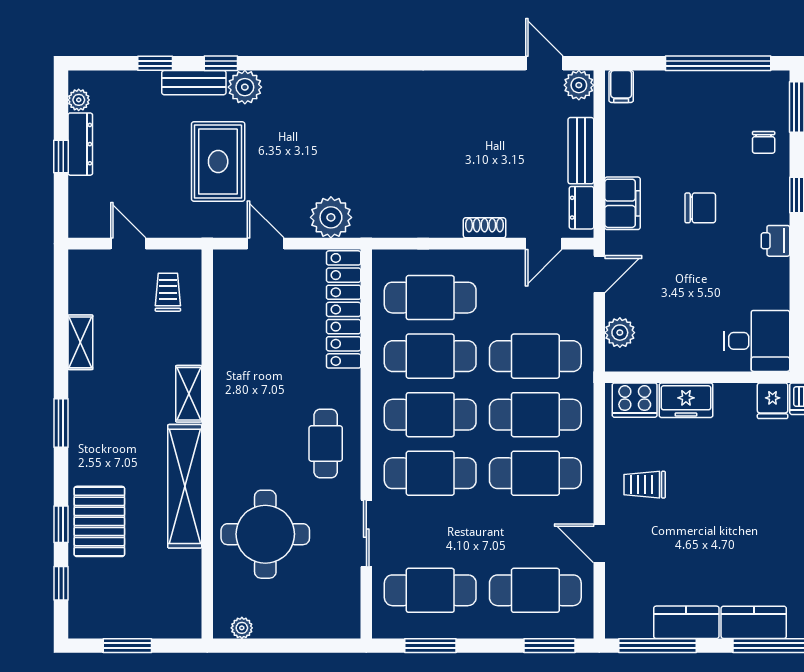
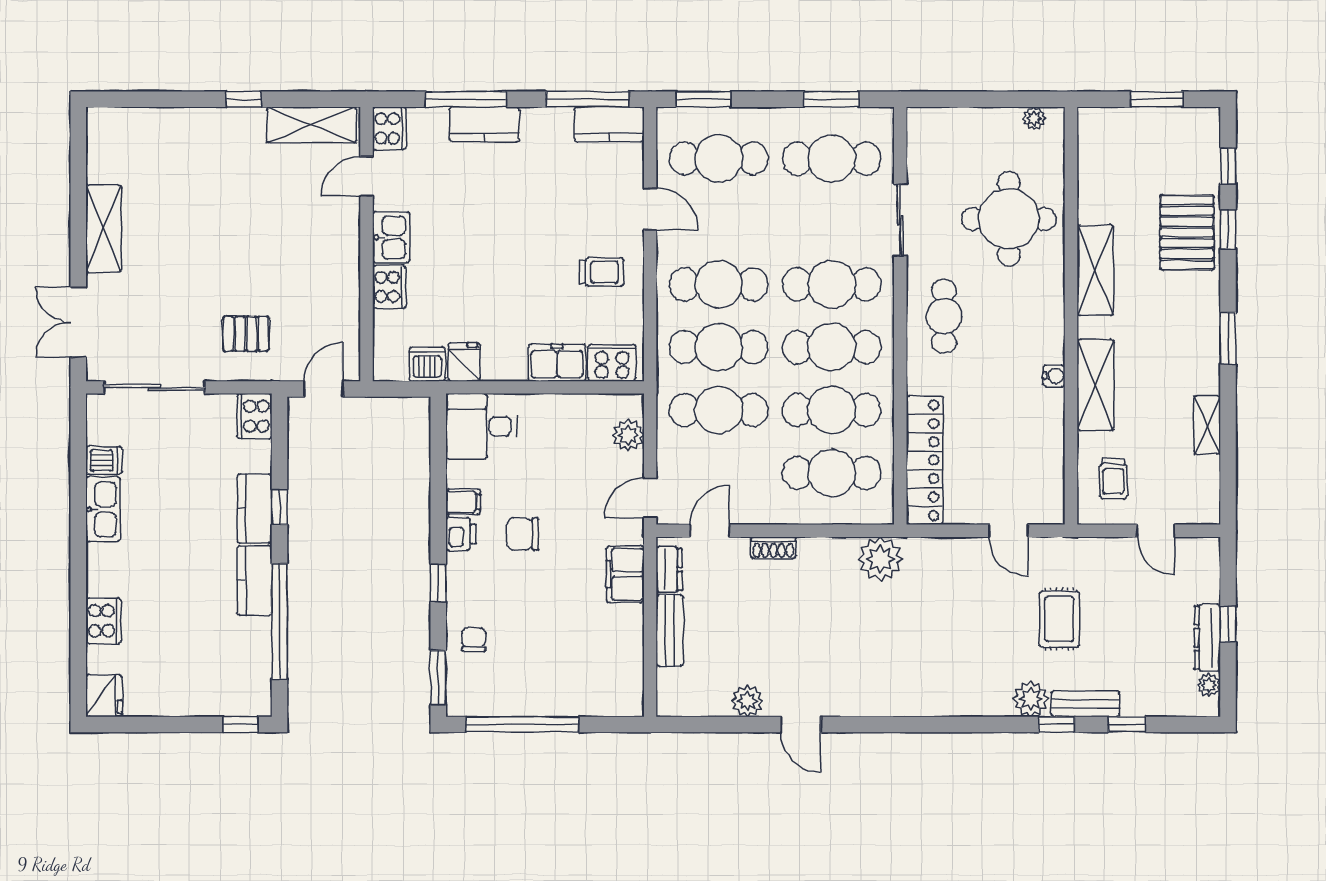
door: (544, 63) -> (801, 724), moved
plant: (579, 85) -> (747, 701), moved
filing cabinet: (621, 86) -> (463, 502), moved, turned 90
rug: (218, 162) -> (1059, 619), width x0.73, depth x0.70
chair: (700, 208) -> (523, 534), moved
plant: (331, 217) -> (880, 559), moved
water cooler: (223, 388) -> (1054, 376), added
shelving: (189, 394) -> (1095, 385), width x1.50, depth x1.33
shelving: (185, 486) -> (1095, 270), width x0.68
kitchen counter: (686, 622) -> (609, 124), moved

